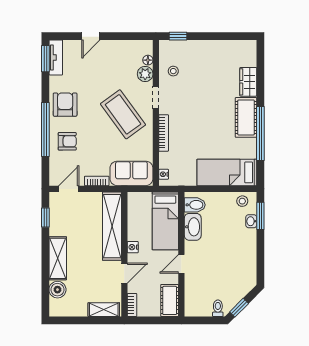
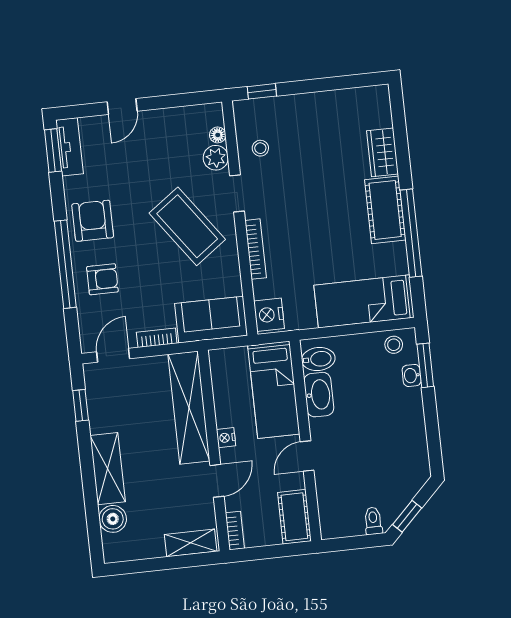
nightstand: (164, 174) -> (269, 315), width x1.89, depth x1.79

